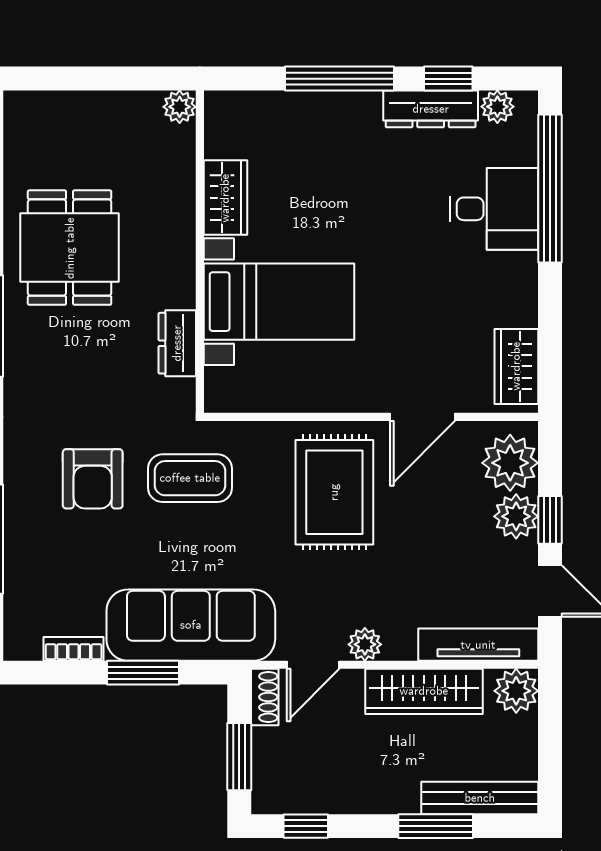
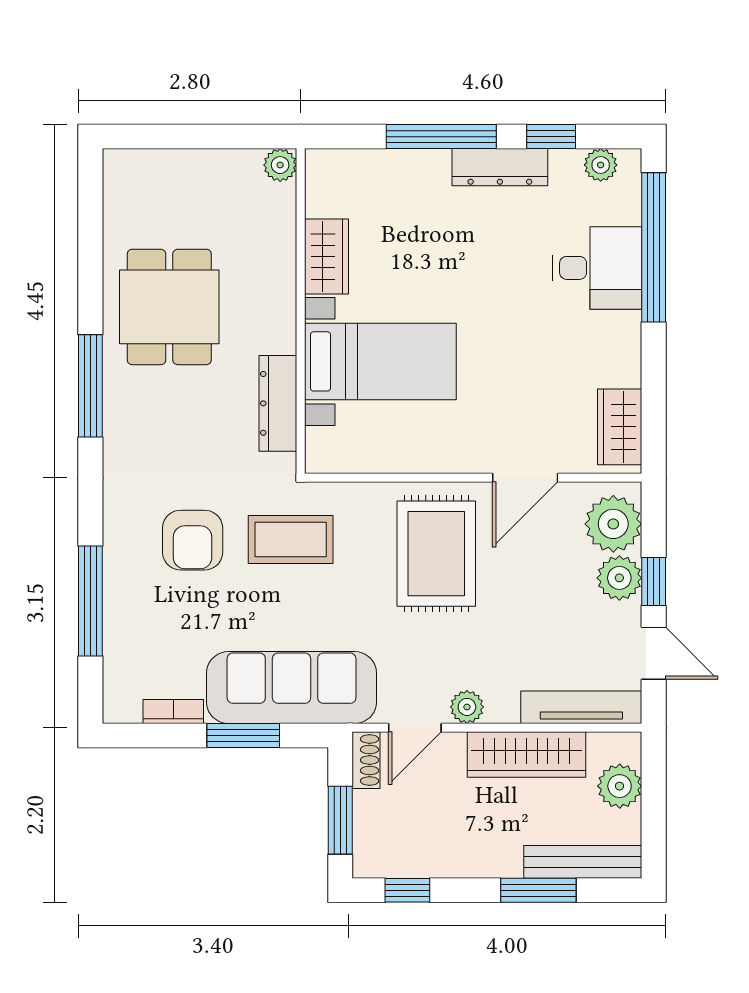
dresser: (431, 109) -> (500, 167), moved
dresser: (177, 343) -> (278, 403), width x1.44
plant: (516, 691) -> (620, 786), moved

